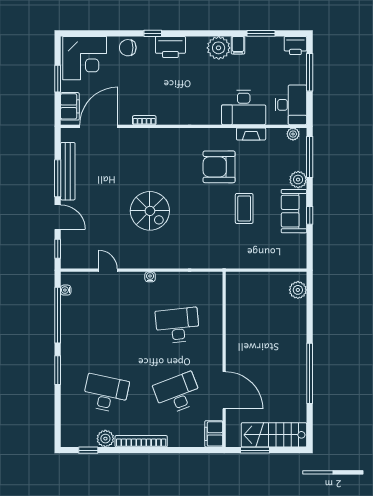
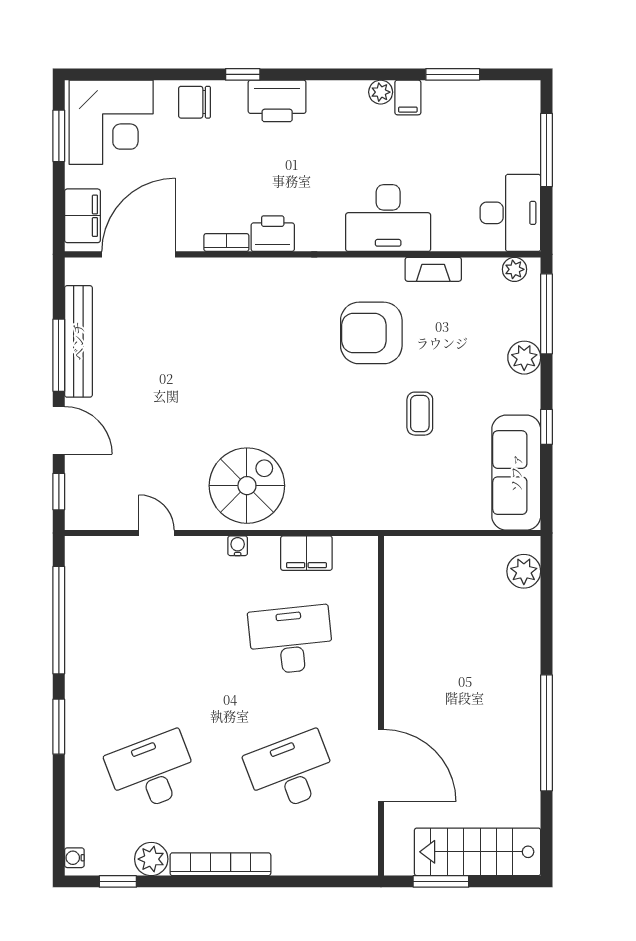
printer: (295, 46) -> (273, 234), moved, turned 180
plant: (219, 48) -> (381, 92), width x0.53, depth x0.53
window: (58, 79) -> (59, 136), moved
desk: (244, 108) -> (388, 218), moved
coffee table: (244, 208) -> (420, 414), width x0.73, depth x0.77
spiral stairs: (150, 211) -> (247, 486), moved, turned -90
sofa: (294, 211) -> (516, 473), moved, width x1.36
water cooler: (66, 290) -> (74, 858), moved
desk: (106, 393) -> (152, 772), turned -33
filing cabinet: (214, 434) -> (306, 553), moved, turned -90

